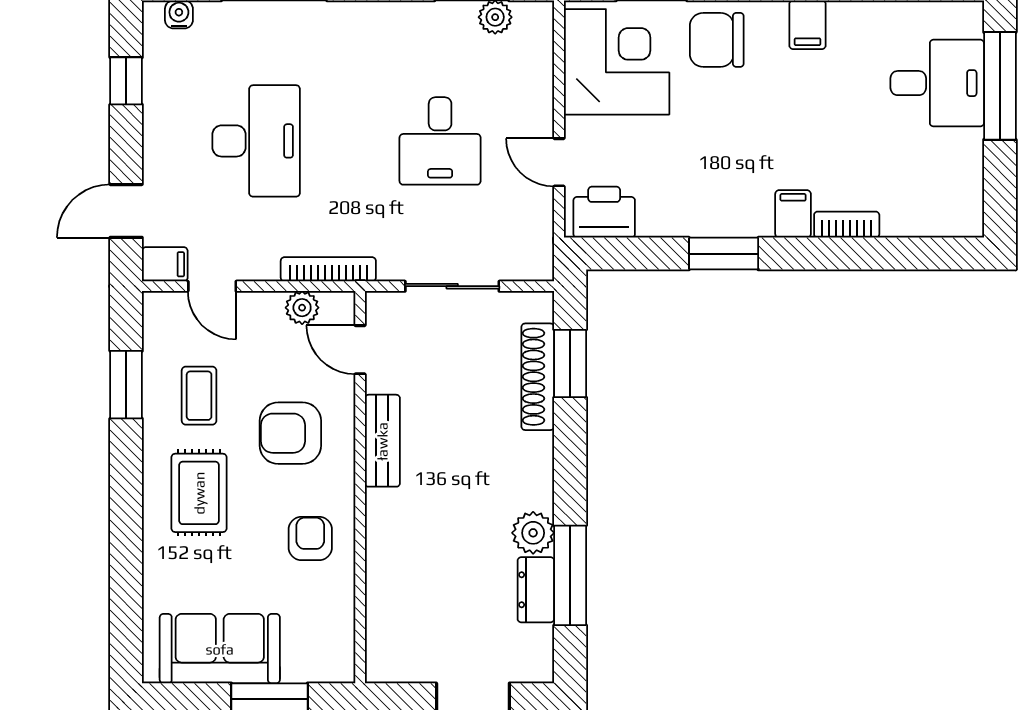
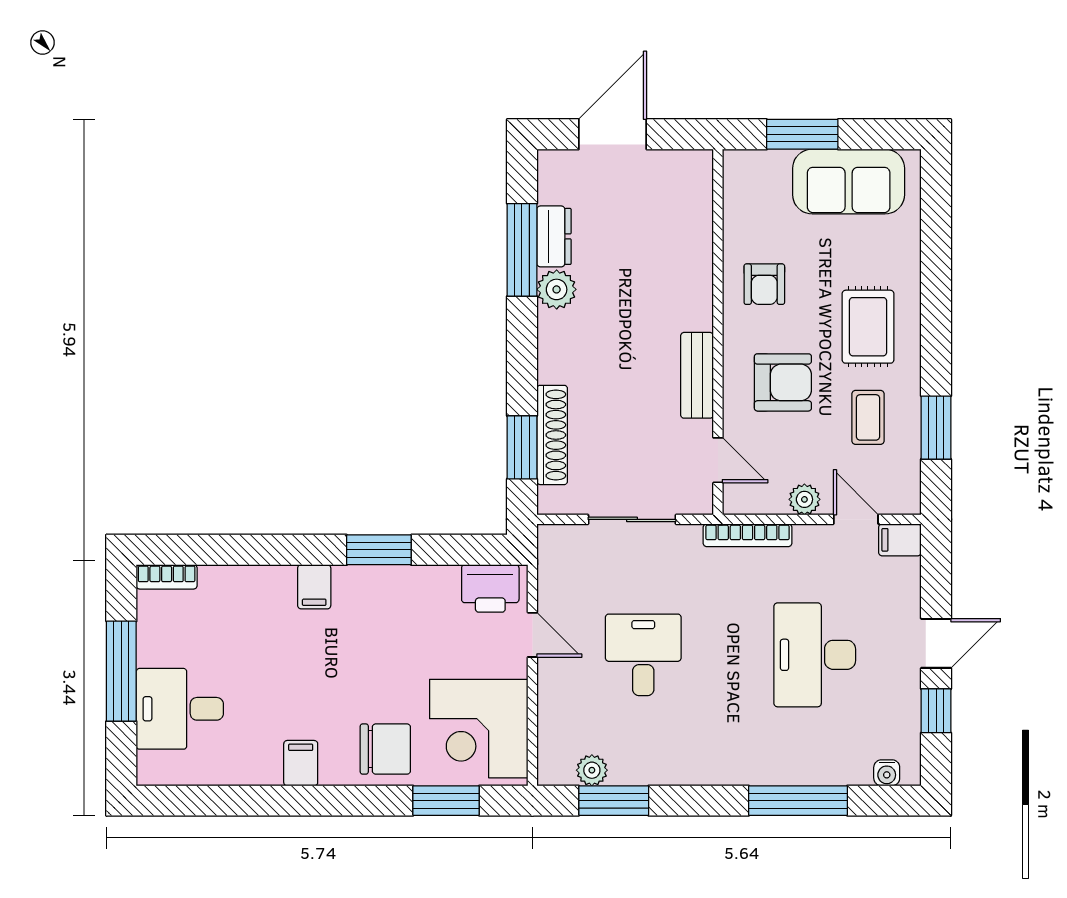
window: (1000, 86) -> (121, 671), moved
door: (126, 211) -> (936, 643), moved
bookcase: (847, 225) -> (167, 577), moved
plant: (302, 308) -> (804, 499), moved

